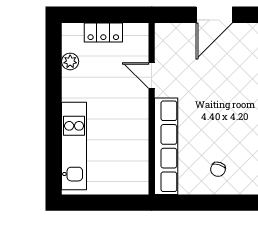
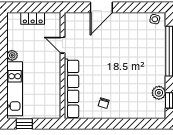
plant: (70, 61) -> (12, 55), moved
window: (90, 203) -> (24, 124), added

